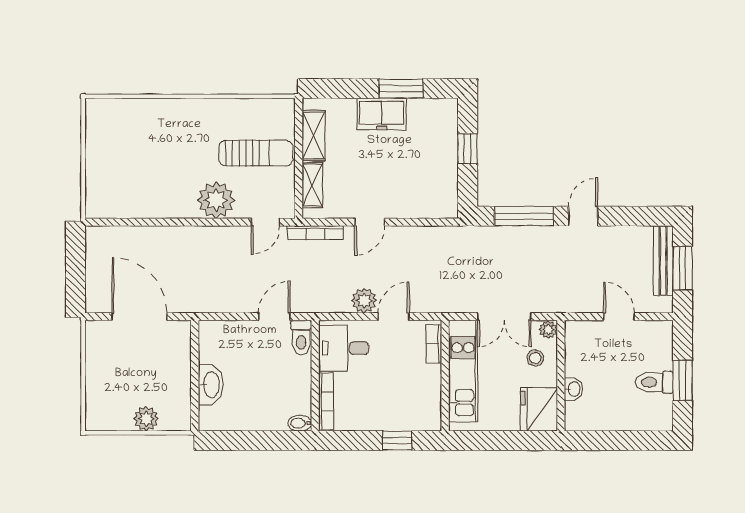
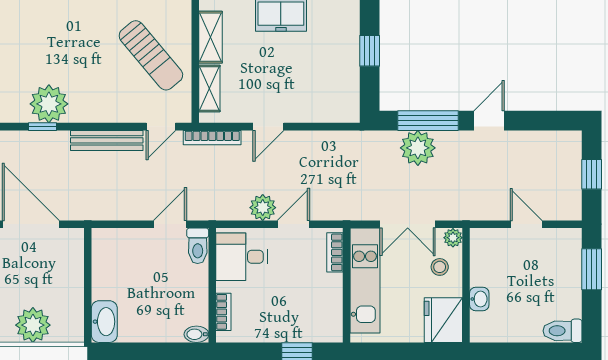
sun lounger: (256, 153) -> (151, 55), turned 50
plant: (216, 200) -> (49, 104), moved
window: (151, 222) -> (42, 127), added
plant: (514, 243) -> (418, 148), added
bench: (663, 261) -> (107, 140), moved, turned 90
window: (683, 268) -> (592, 174), width x0.67
window: (683, 380) -> (592, 269), moved
toilet: (654, 382) -> (563, 331), moved
washbasin: (211, 385) -> (104, 322), moved
bookcase: (326, 401) -> (223, 312), width x0.64
plant: (146, 419) -> (33, 325), width x1.36, depth x1.36

